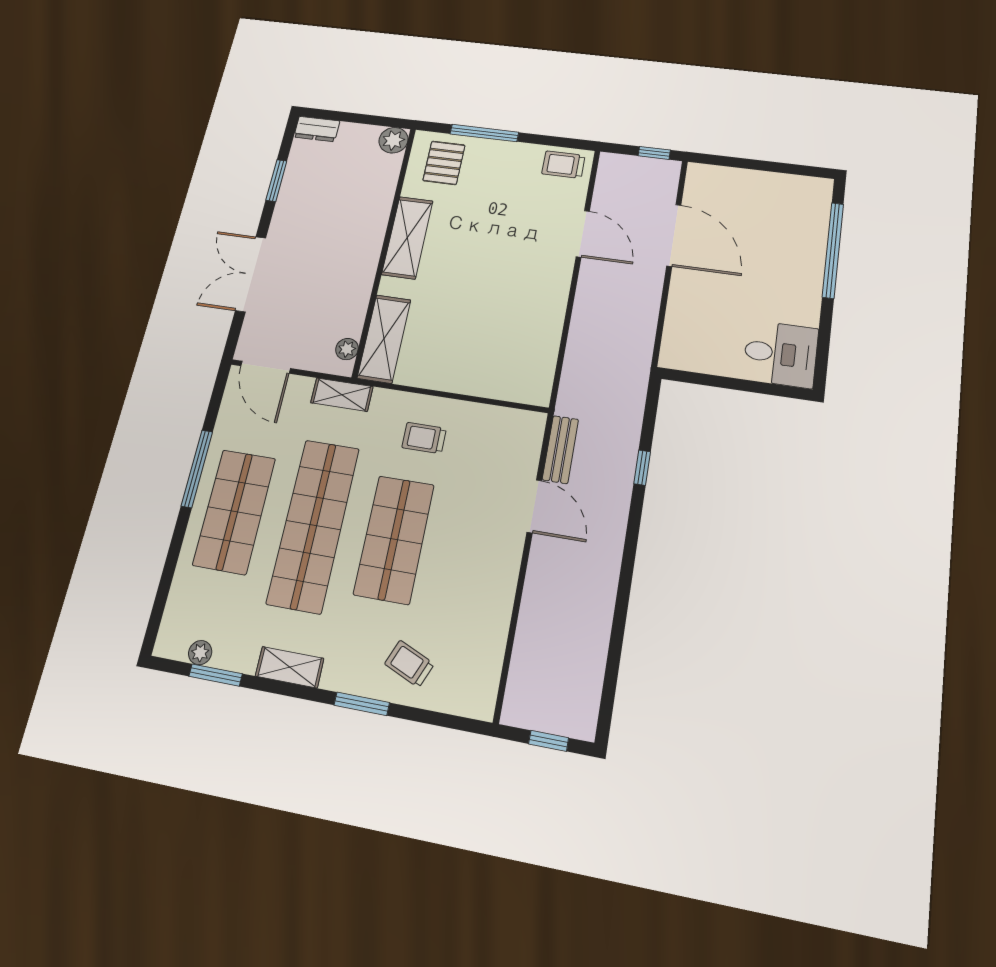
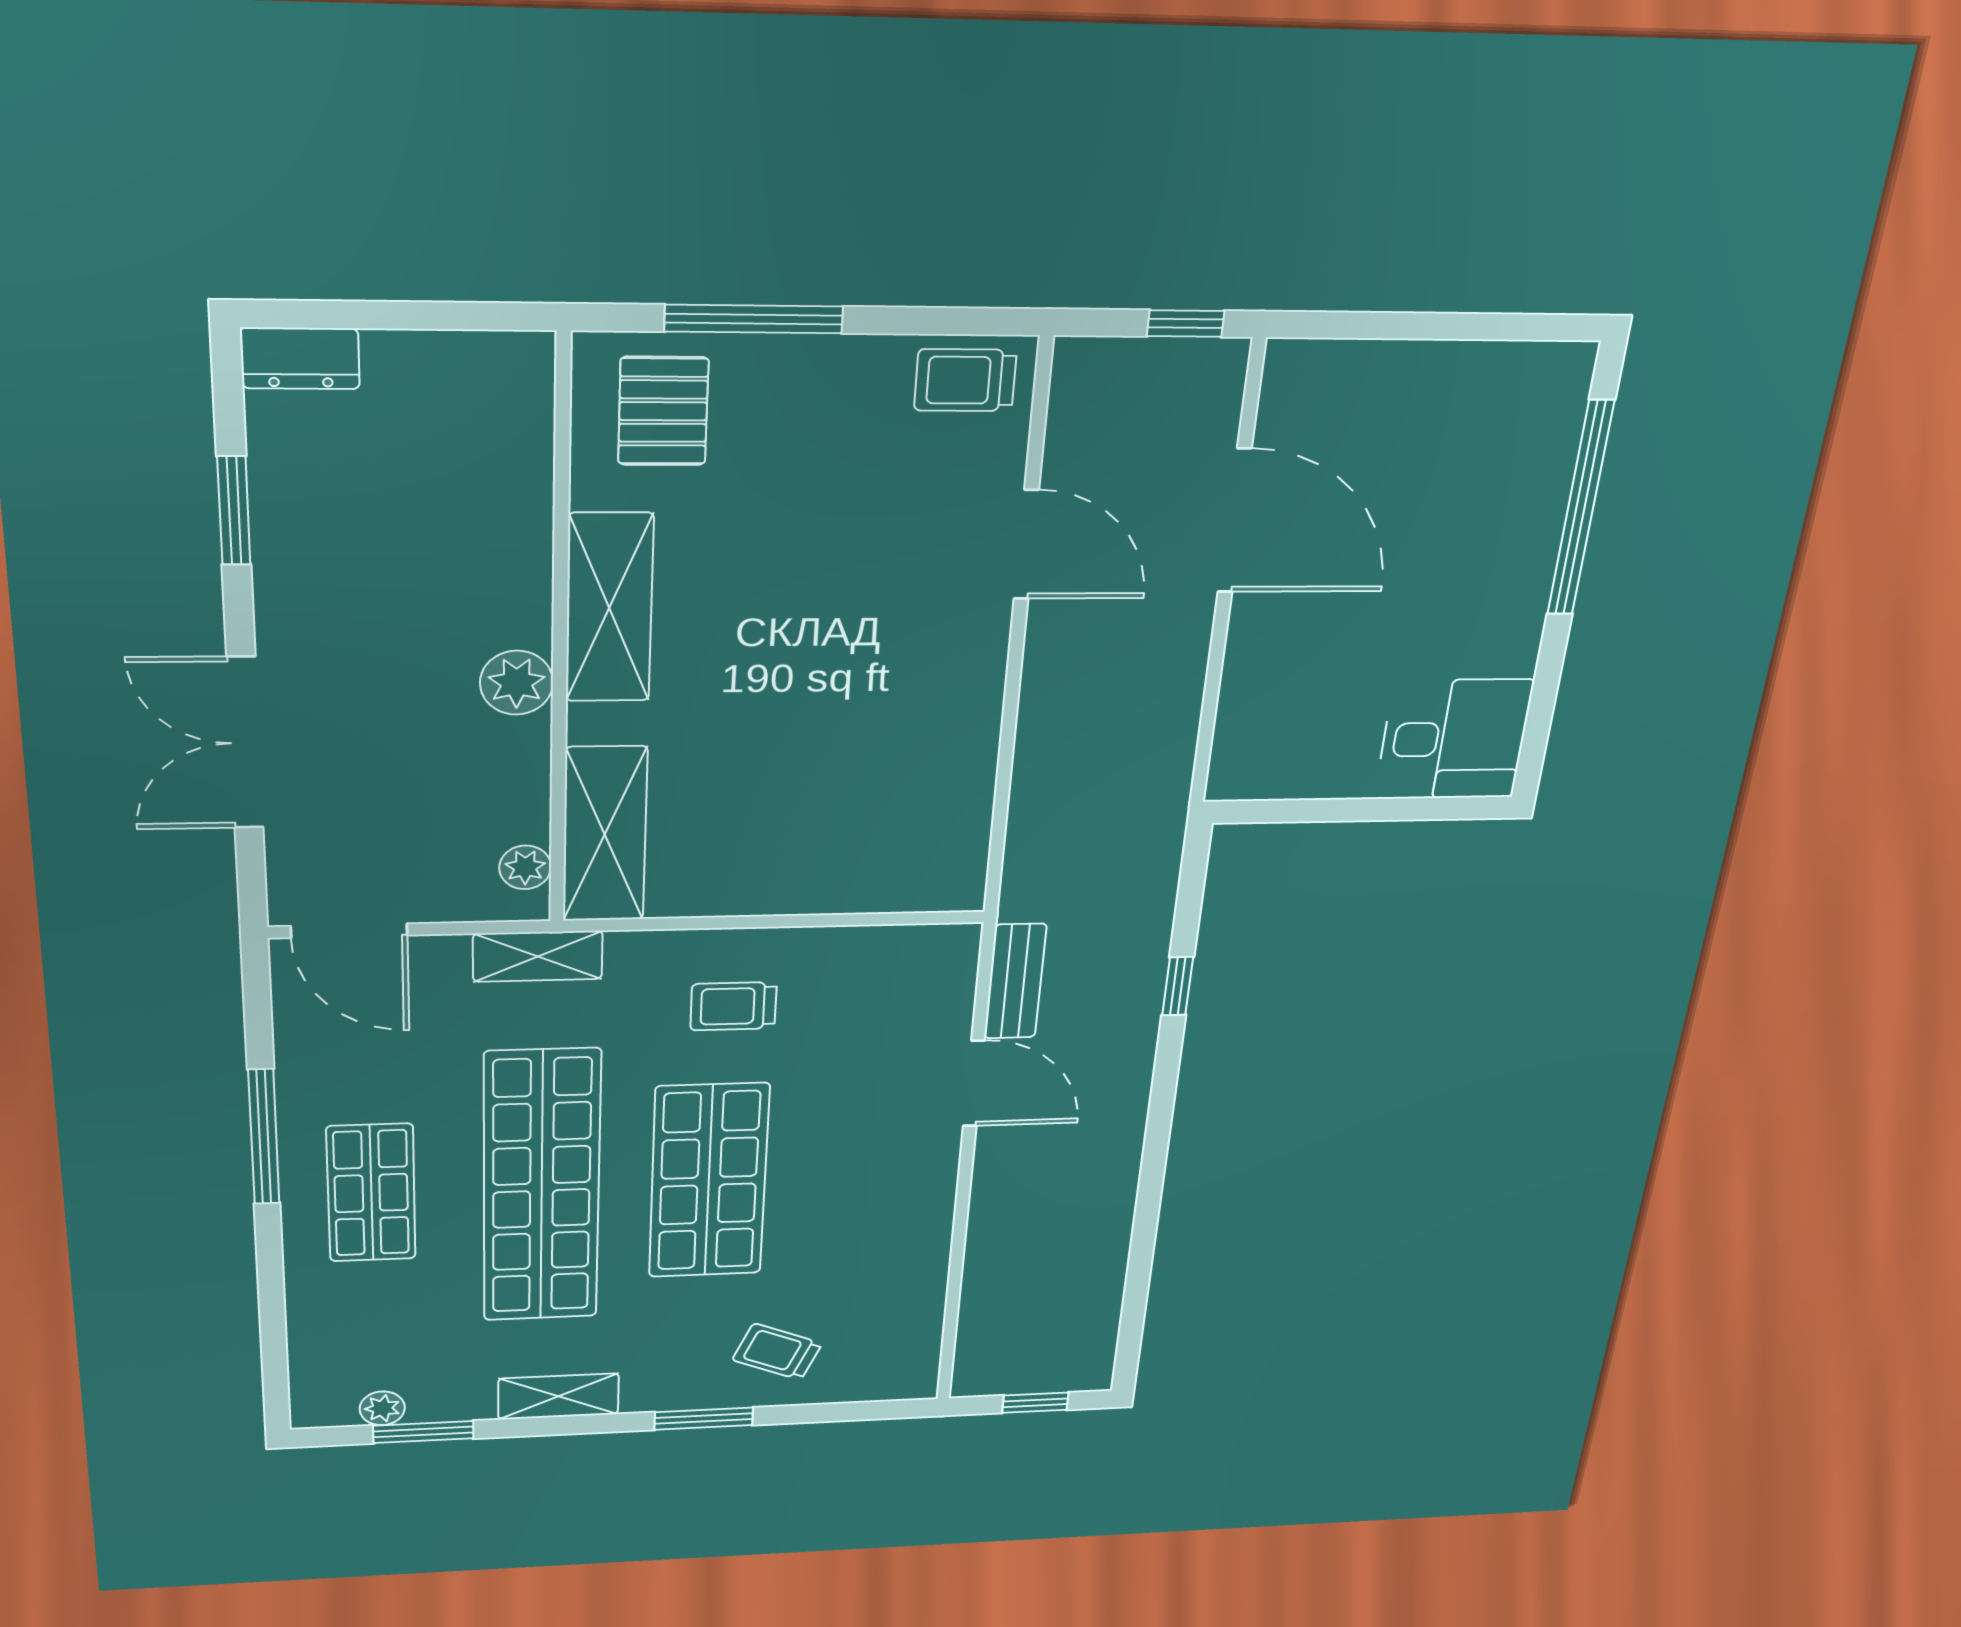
plant: (393, 140) -> (517, 683), moved
shop shelf: (234, 511) -> (371, 1193), width x0.70, depth x0.74

